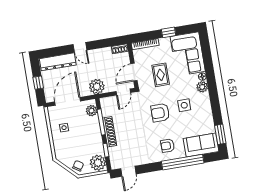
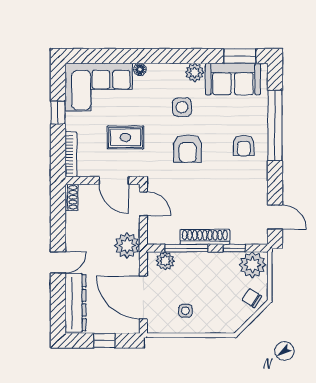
plant: (202, 87) -> (195, 72), moved
sofa: (201, 145) -> (233, 79), moved, turned -90

